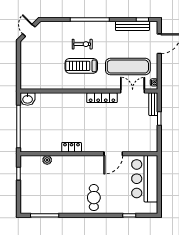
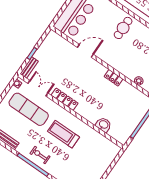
exercise bike: (82, 44) -> (40, 155), moved
treadmill: (81, 66) -> (64, 134), turned 180
double door: (133, 91) -> (38, 88), swing flipped
washbasin: (28, 99) -> (103, 125), moved

